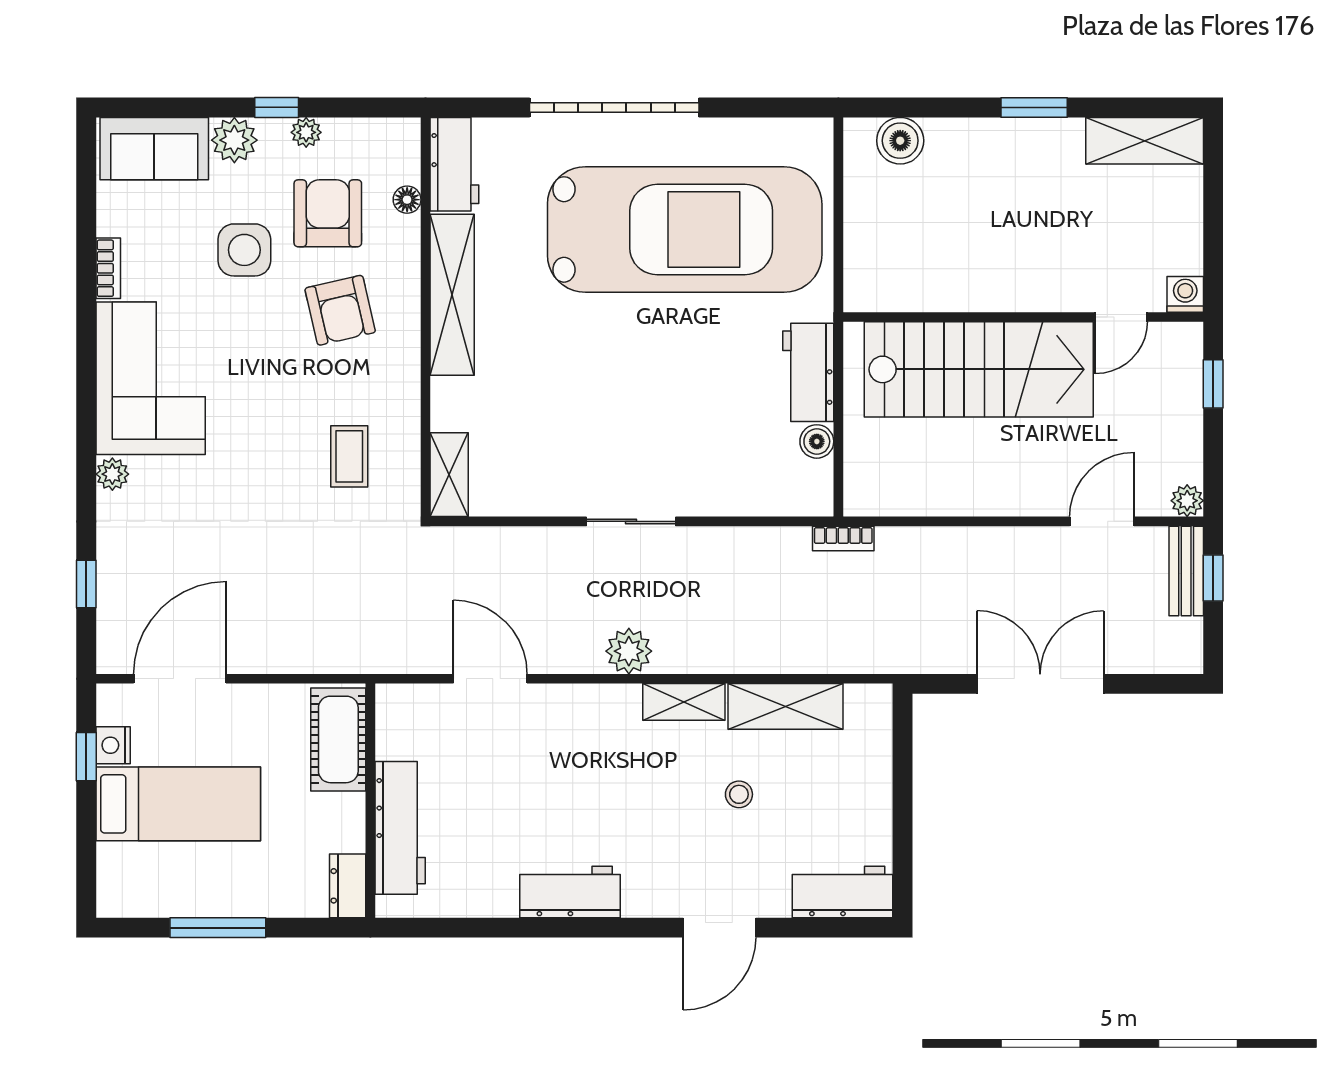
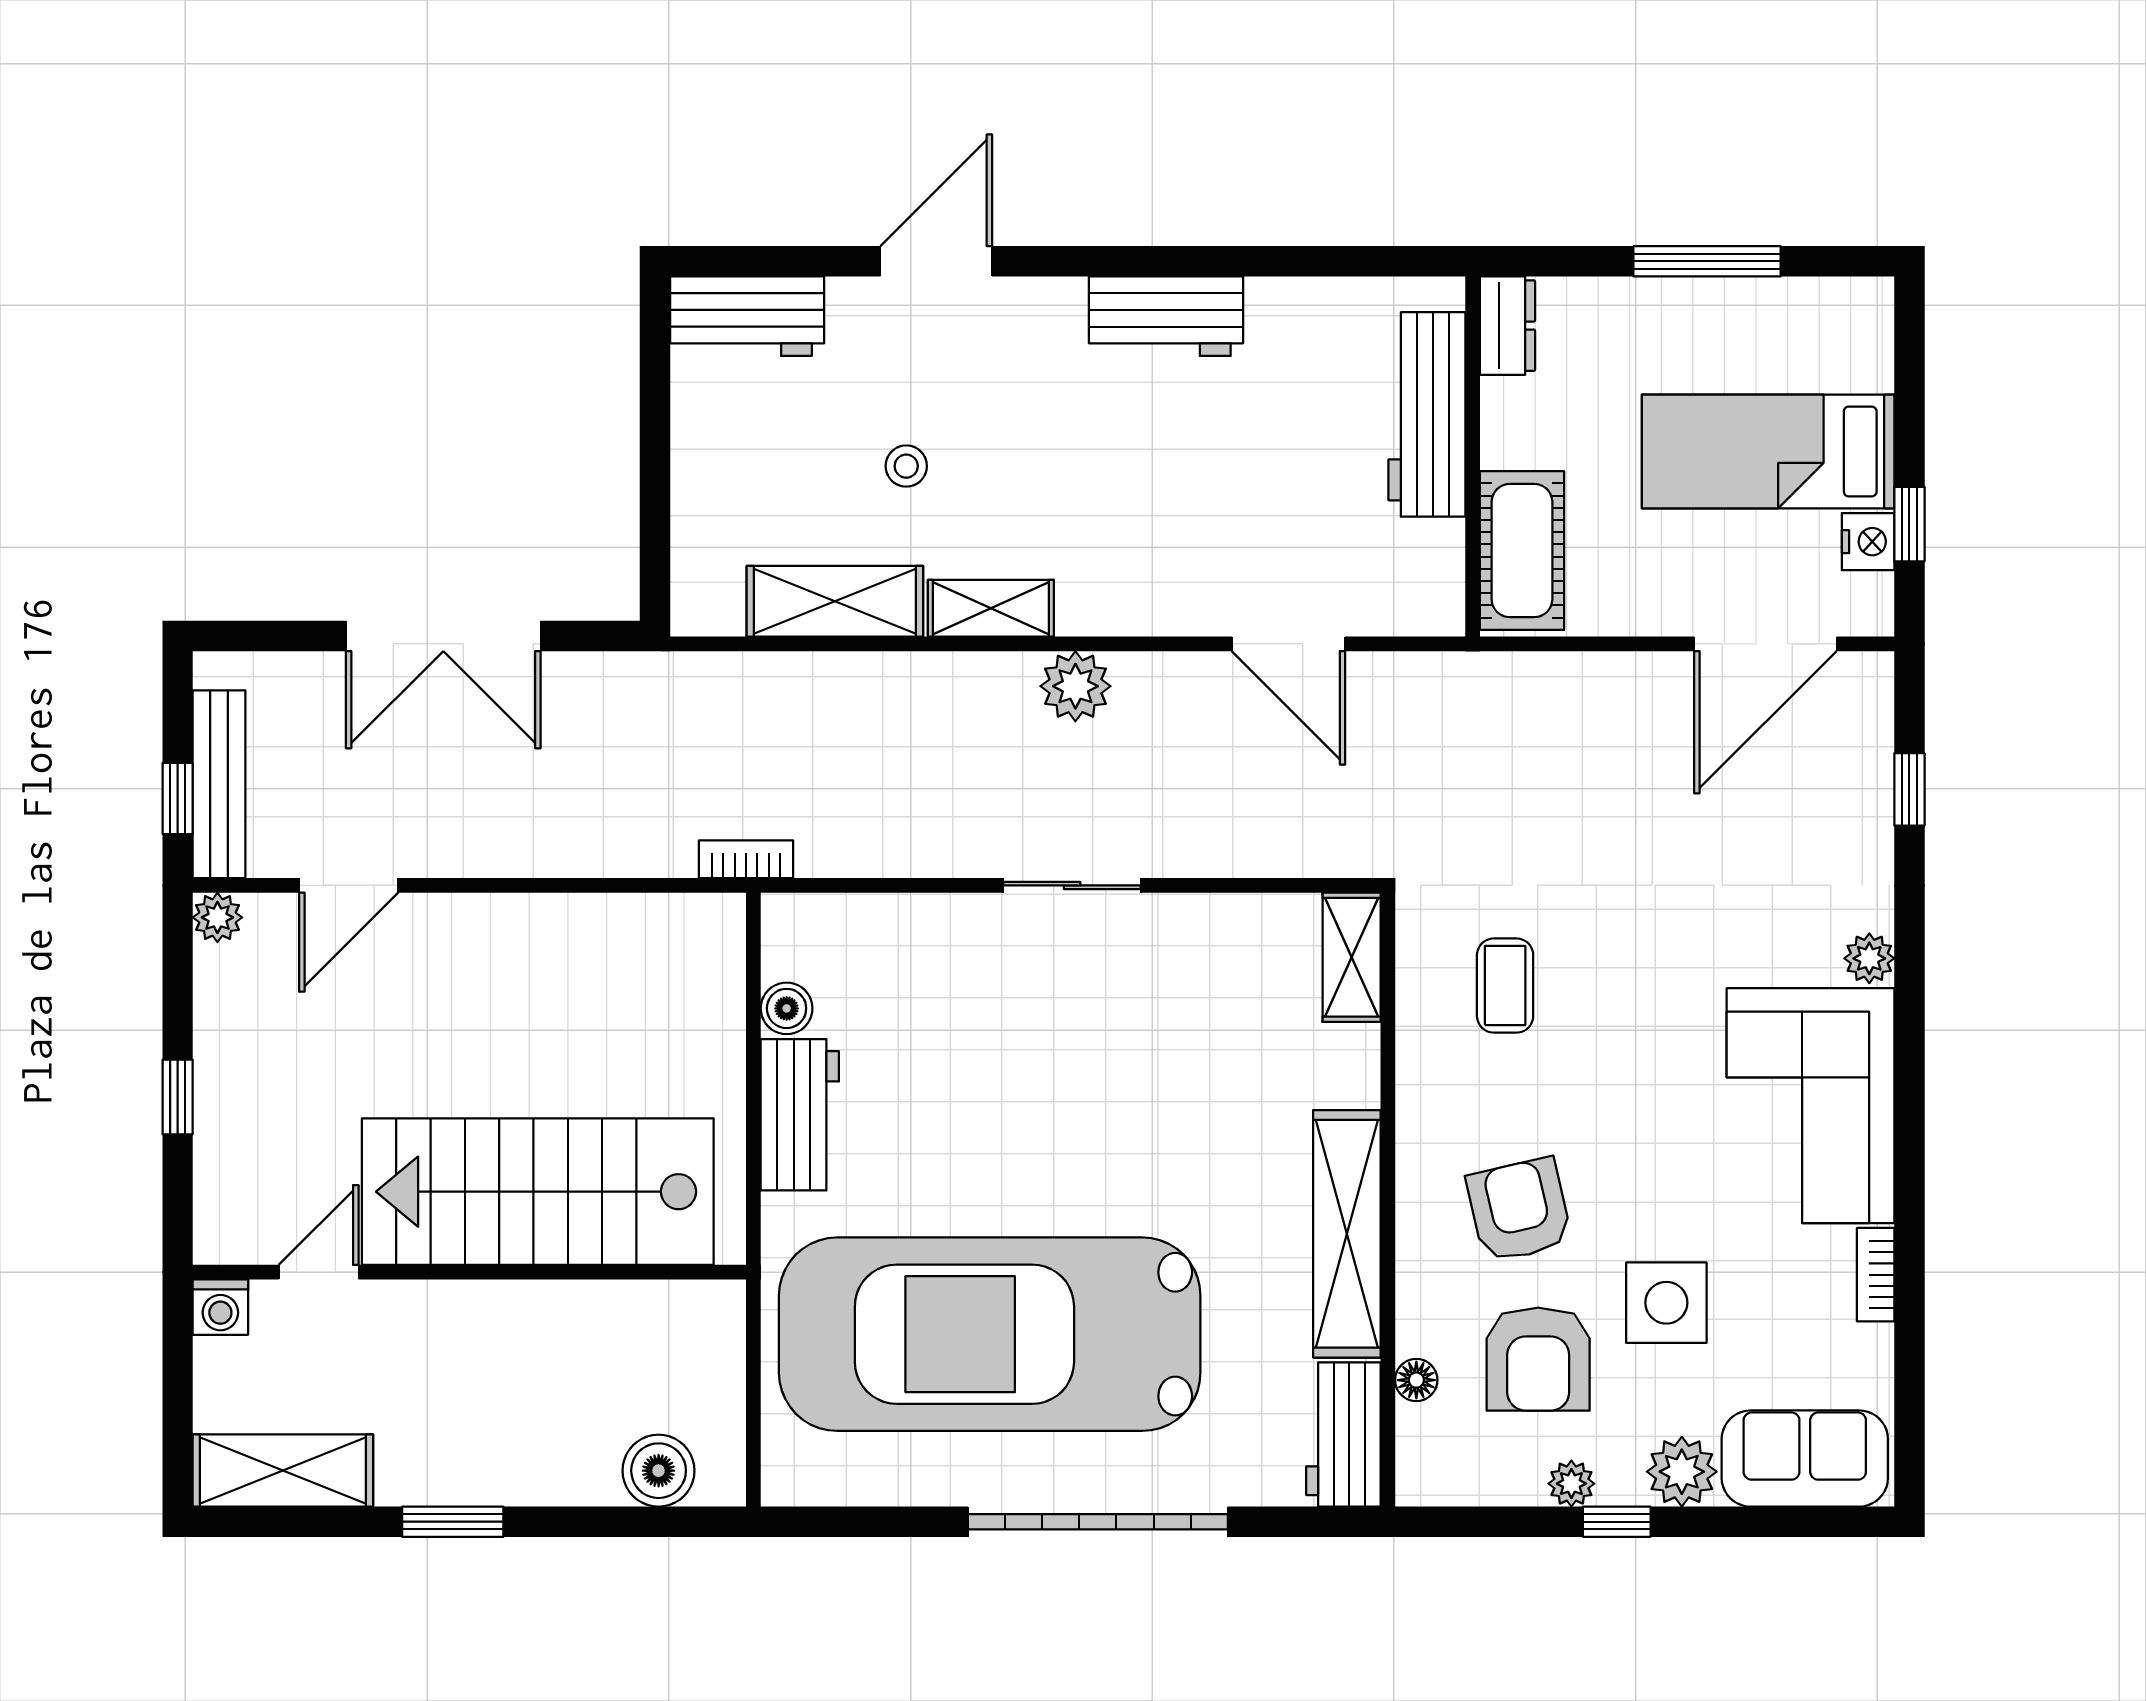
washing machine: (1185, 294) -> (220, 1307), moved
wall: (1023, 317) -> (469, 1272), moved
door: (1121, 317) -> (319, 1272), moved
stairs: (979, 369) -> (538, 1192), moved
bench: (1186, 571) -> (219, 784), width x1.36

